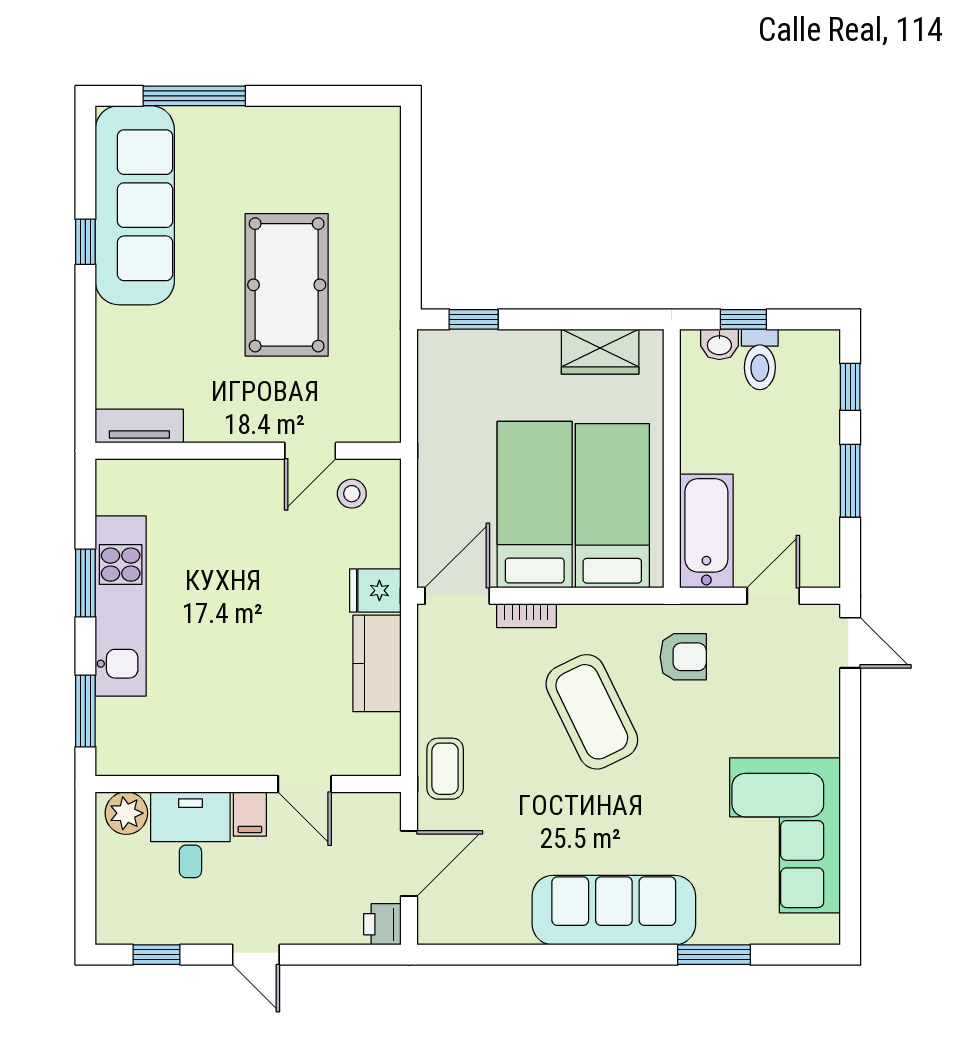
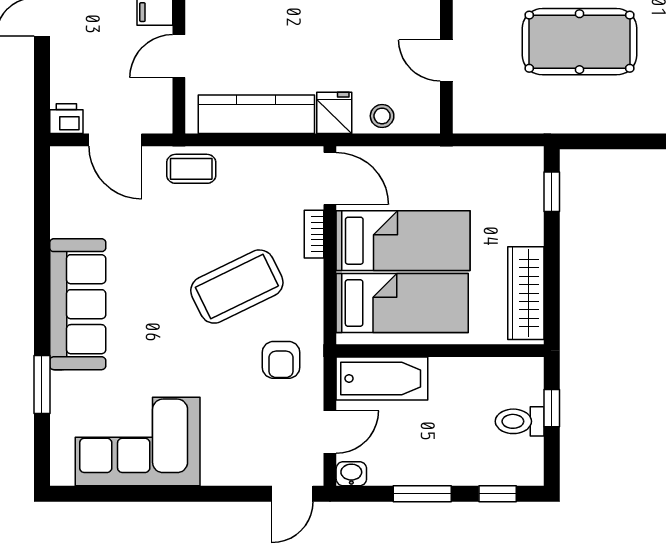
washbasin: (719, 344) -> (351, 474), moved, turned 90
wardrobe: (600, 352) -> (526, 293), width x1.50
stool: (352, 494) -> (382, 116), moved
door: (773, 596) -> (330, 432), hinge flipped
kitchen counter: (377, 663) -> (256, 114), width x1.50

